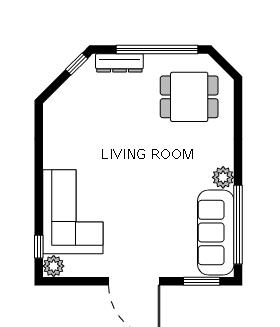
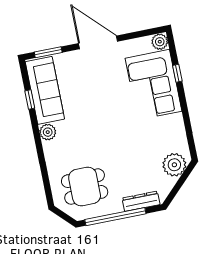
window: (77, 64) -> (172, 194), removed
plant: (66, 102) -> (174, 165), added
window: (238, 225) -> (30, 99), width x0.32
window: (39, 247) -> (177, 73), moved

